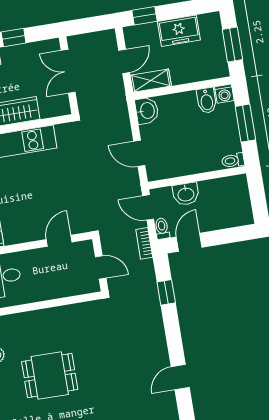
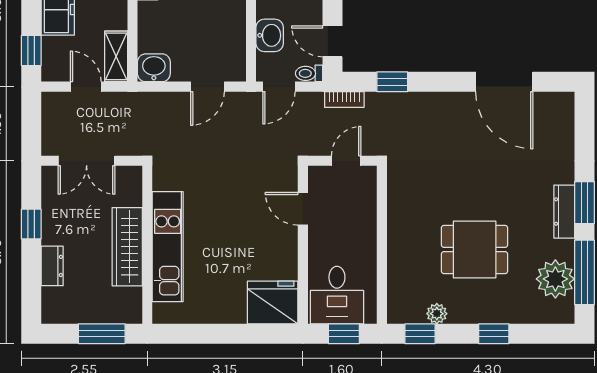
bookcase: (144, 243) -> (344, 100), moved
dining table: (50, 376) -> (475, 250), turned 90
door: (180, 377) -> (504, 82), width x1.88

